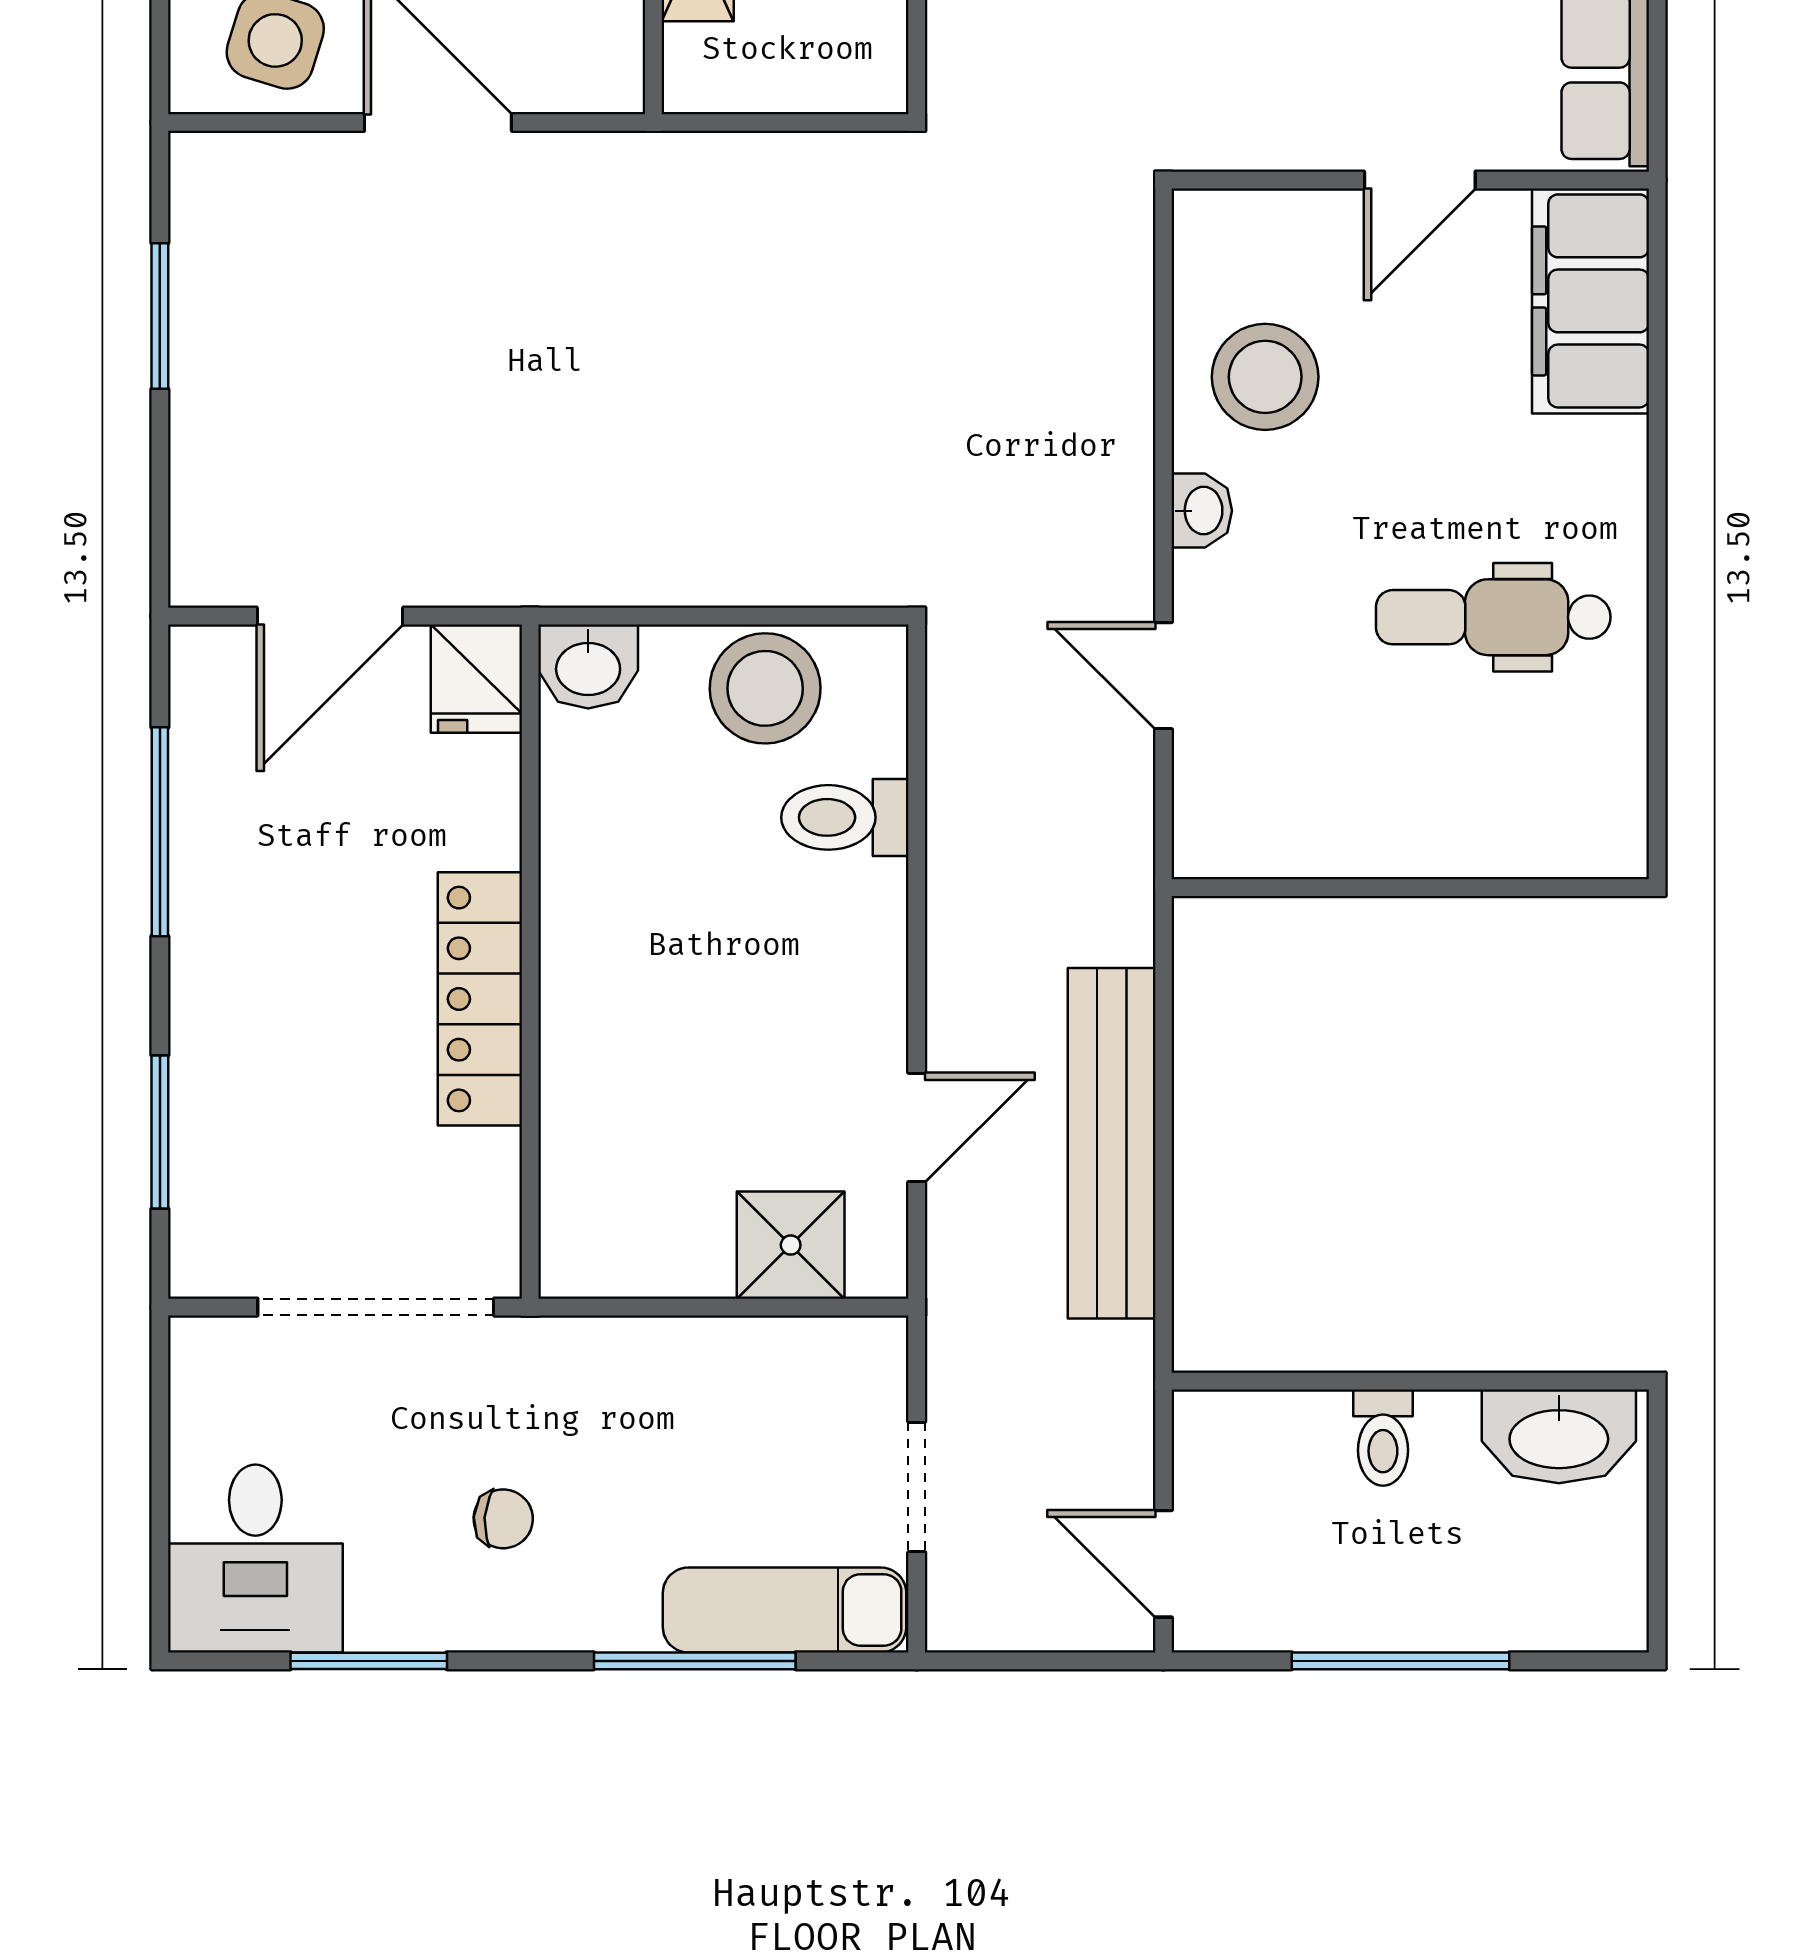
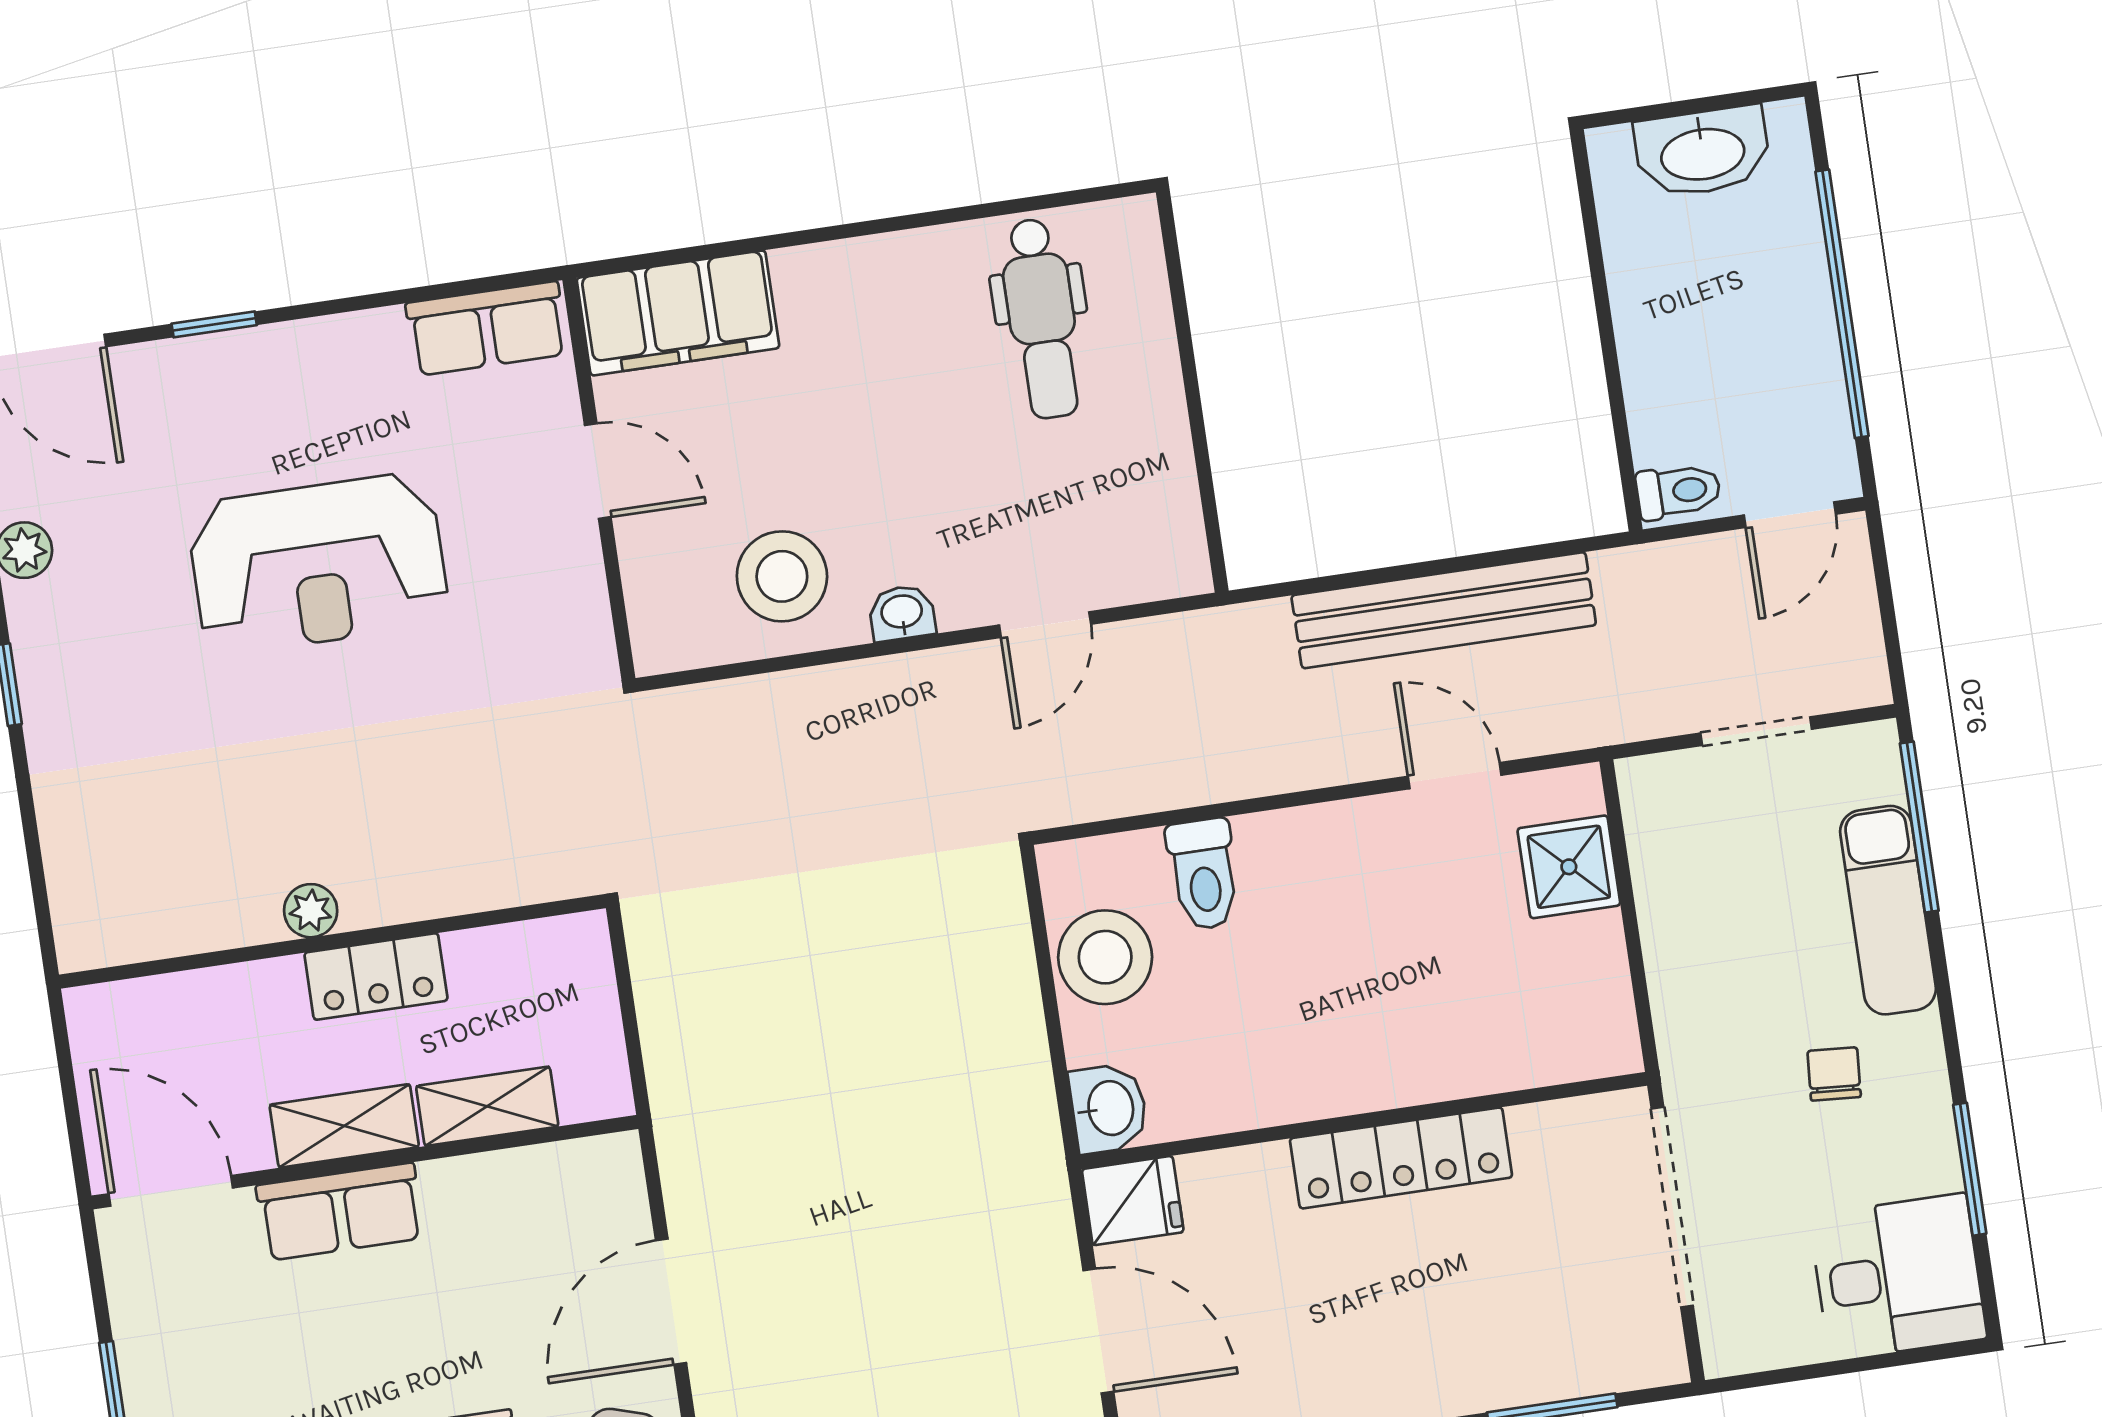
dental chair: (1493, 617) -> (1042, 319), moved
washbasin: (1559, 1436) -> (1702, 152), moved, turned 90
toilet: (1383, 1438) -> (1678, 491), moved
exam couch: (785, 1610) -> (1888, 910), moved
window: (695, 1661) -> (1919, 827), moved
window: (1401, 1661) -> (1842, 304), width x1.46

